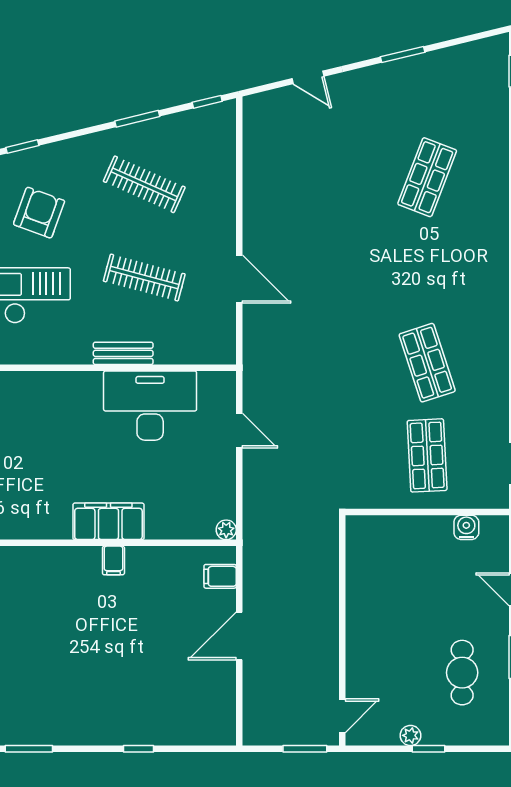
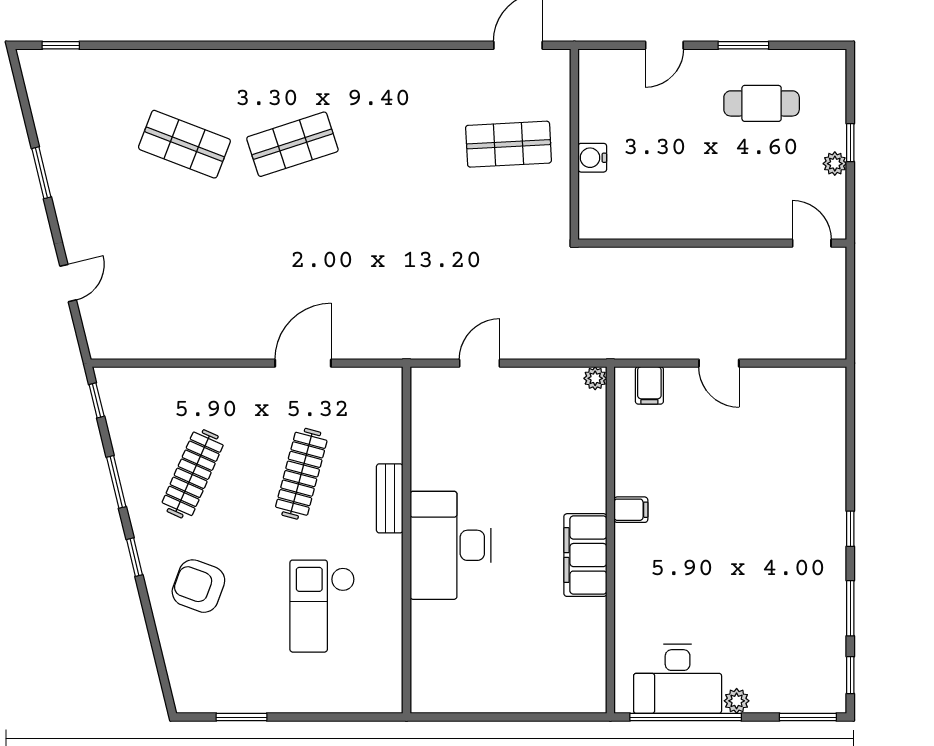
window: (22, 147) -> (134, 557), moved
armchair: (39, 213) -> (198, 586), moved
shop shelf: (427, 363) -> (292, 144), moved
desk: (150, 406) -> (450, 545), moved
filing cabinet: (108, 521) -> (585, 555), moved
water cooler: (466, 527) -> (592, 158), moved
door: (239, 636) -> (719, 363), width x0.73
window: (139, 749) -> (850, 529), moved
window: (305, 749) -> (850, 287), removed

